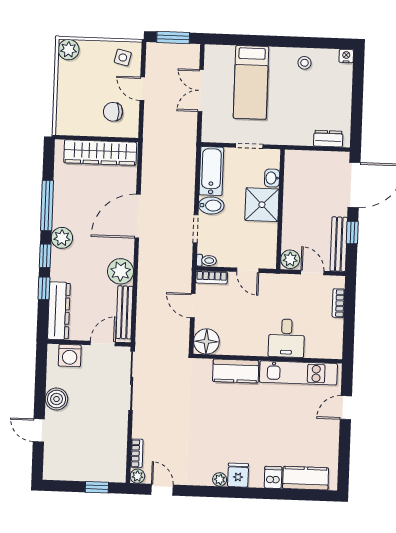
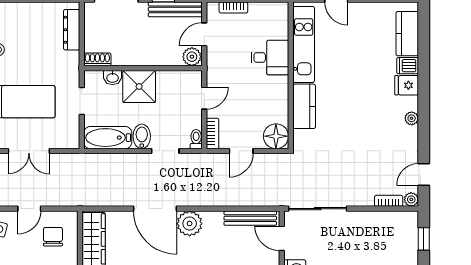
chair: (113, 112) -> (53, 237), turned 180
dresser: (328, 139) -> (72, 30), width x1.44
shoe rack: (291, 163) -> (97, 59), added
plant: (121, 271) -> (190, 224), moved
fridge: (238, 475) -> (407, 85), moved

